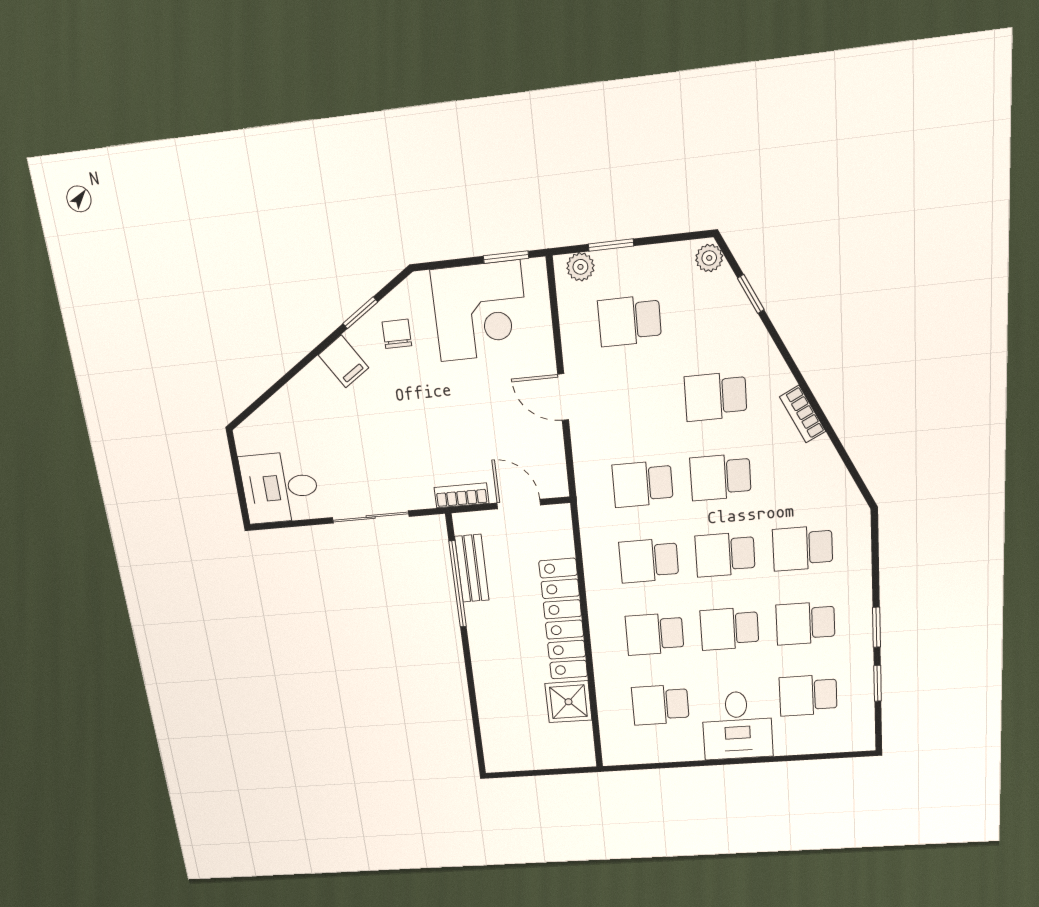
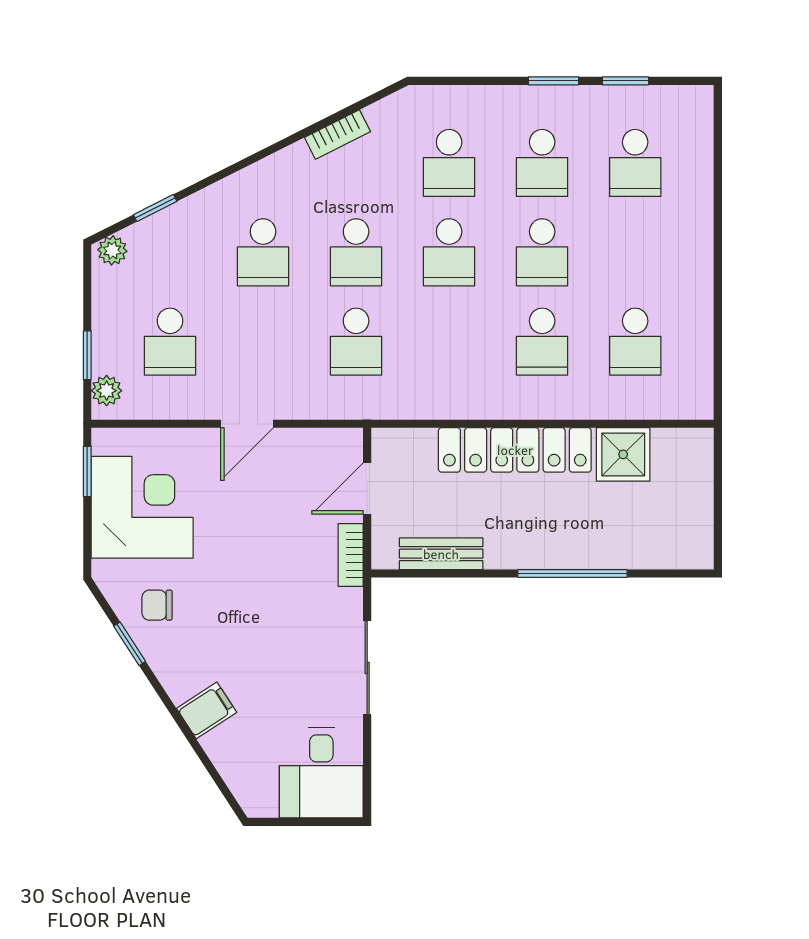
filing cabinet: (343, 361) -> (207, 710), moved
bookcase: (803, 414) -> (337, 134), moved
school desk: (649, 561) -> (449, 342), removed
window: (458, 584) -> (572, 574), moved
desk: (737, 725) -> (669, 250), removed

